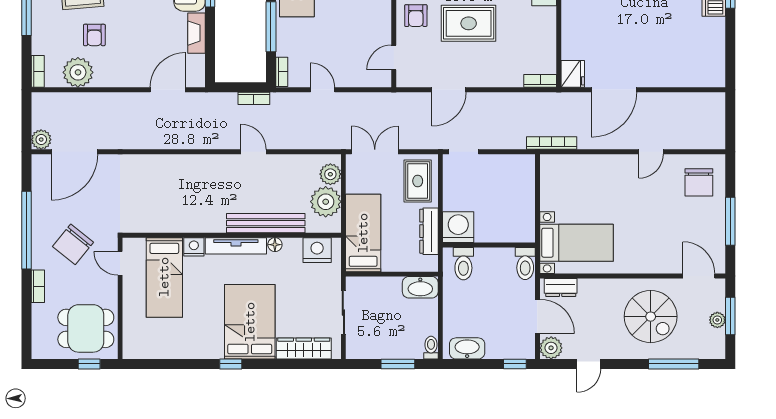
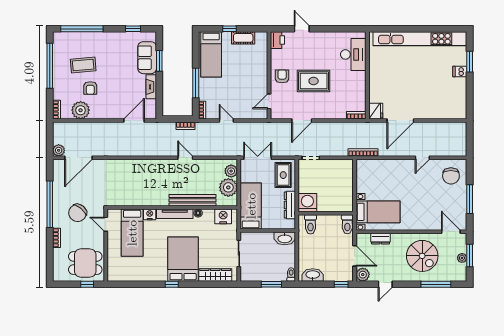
armchair: (416, 16) -> (282, 76), turned 180
dresser: (561, 287) -> (381, 239), moved

